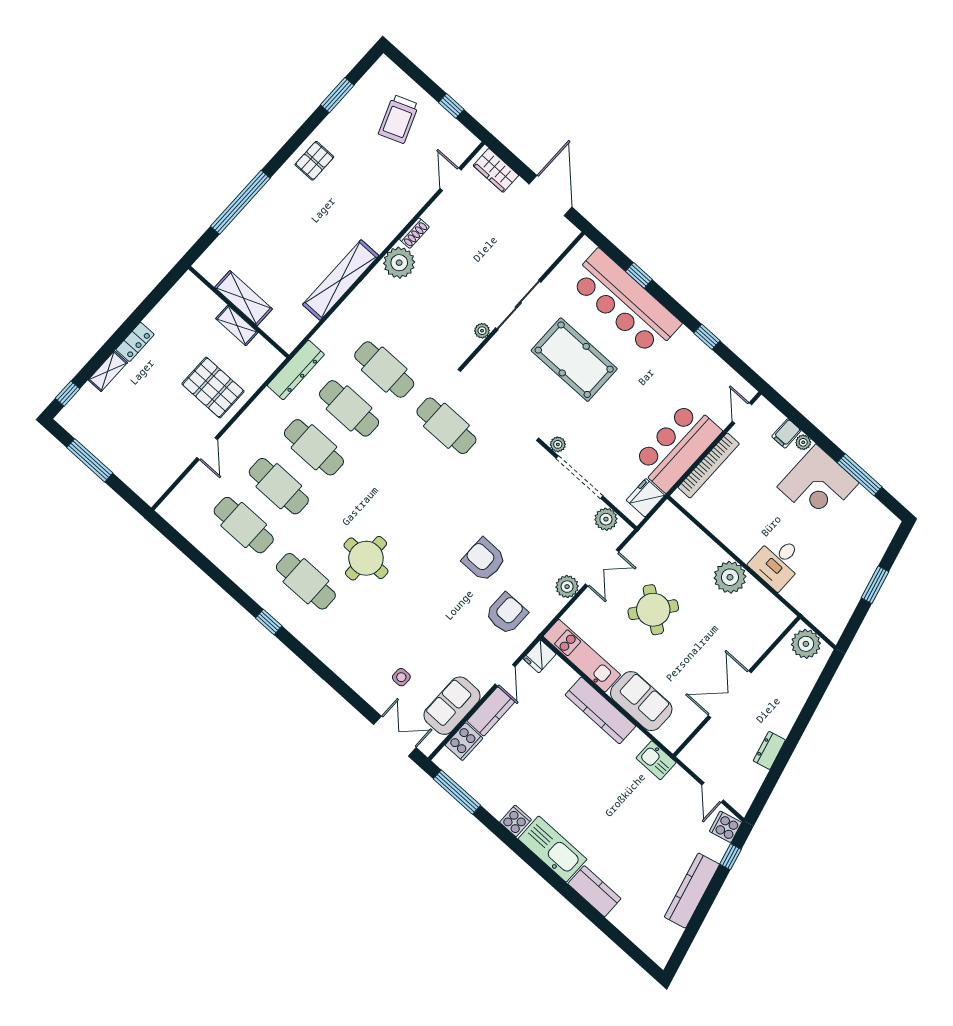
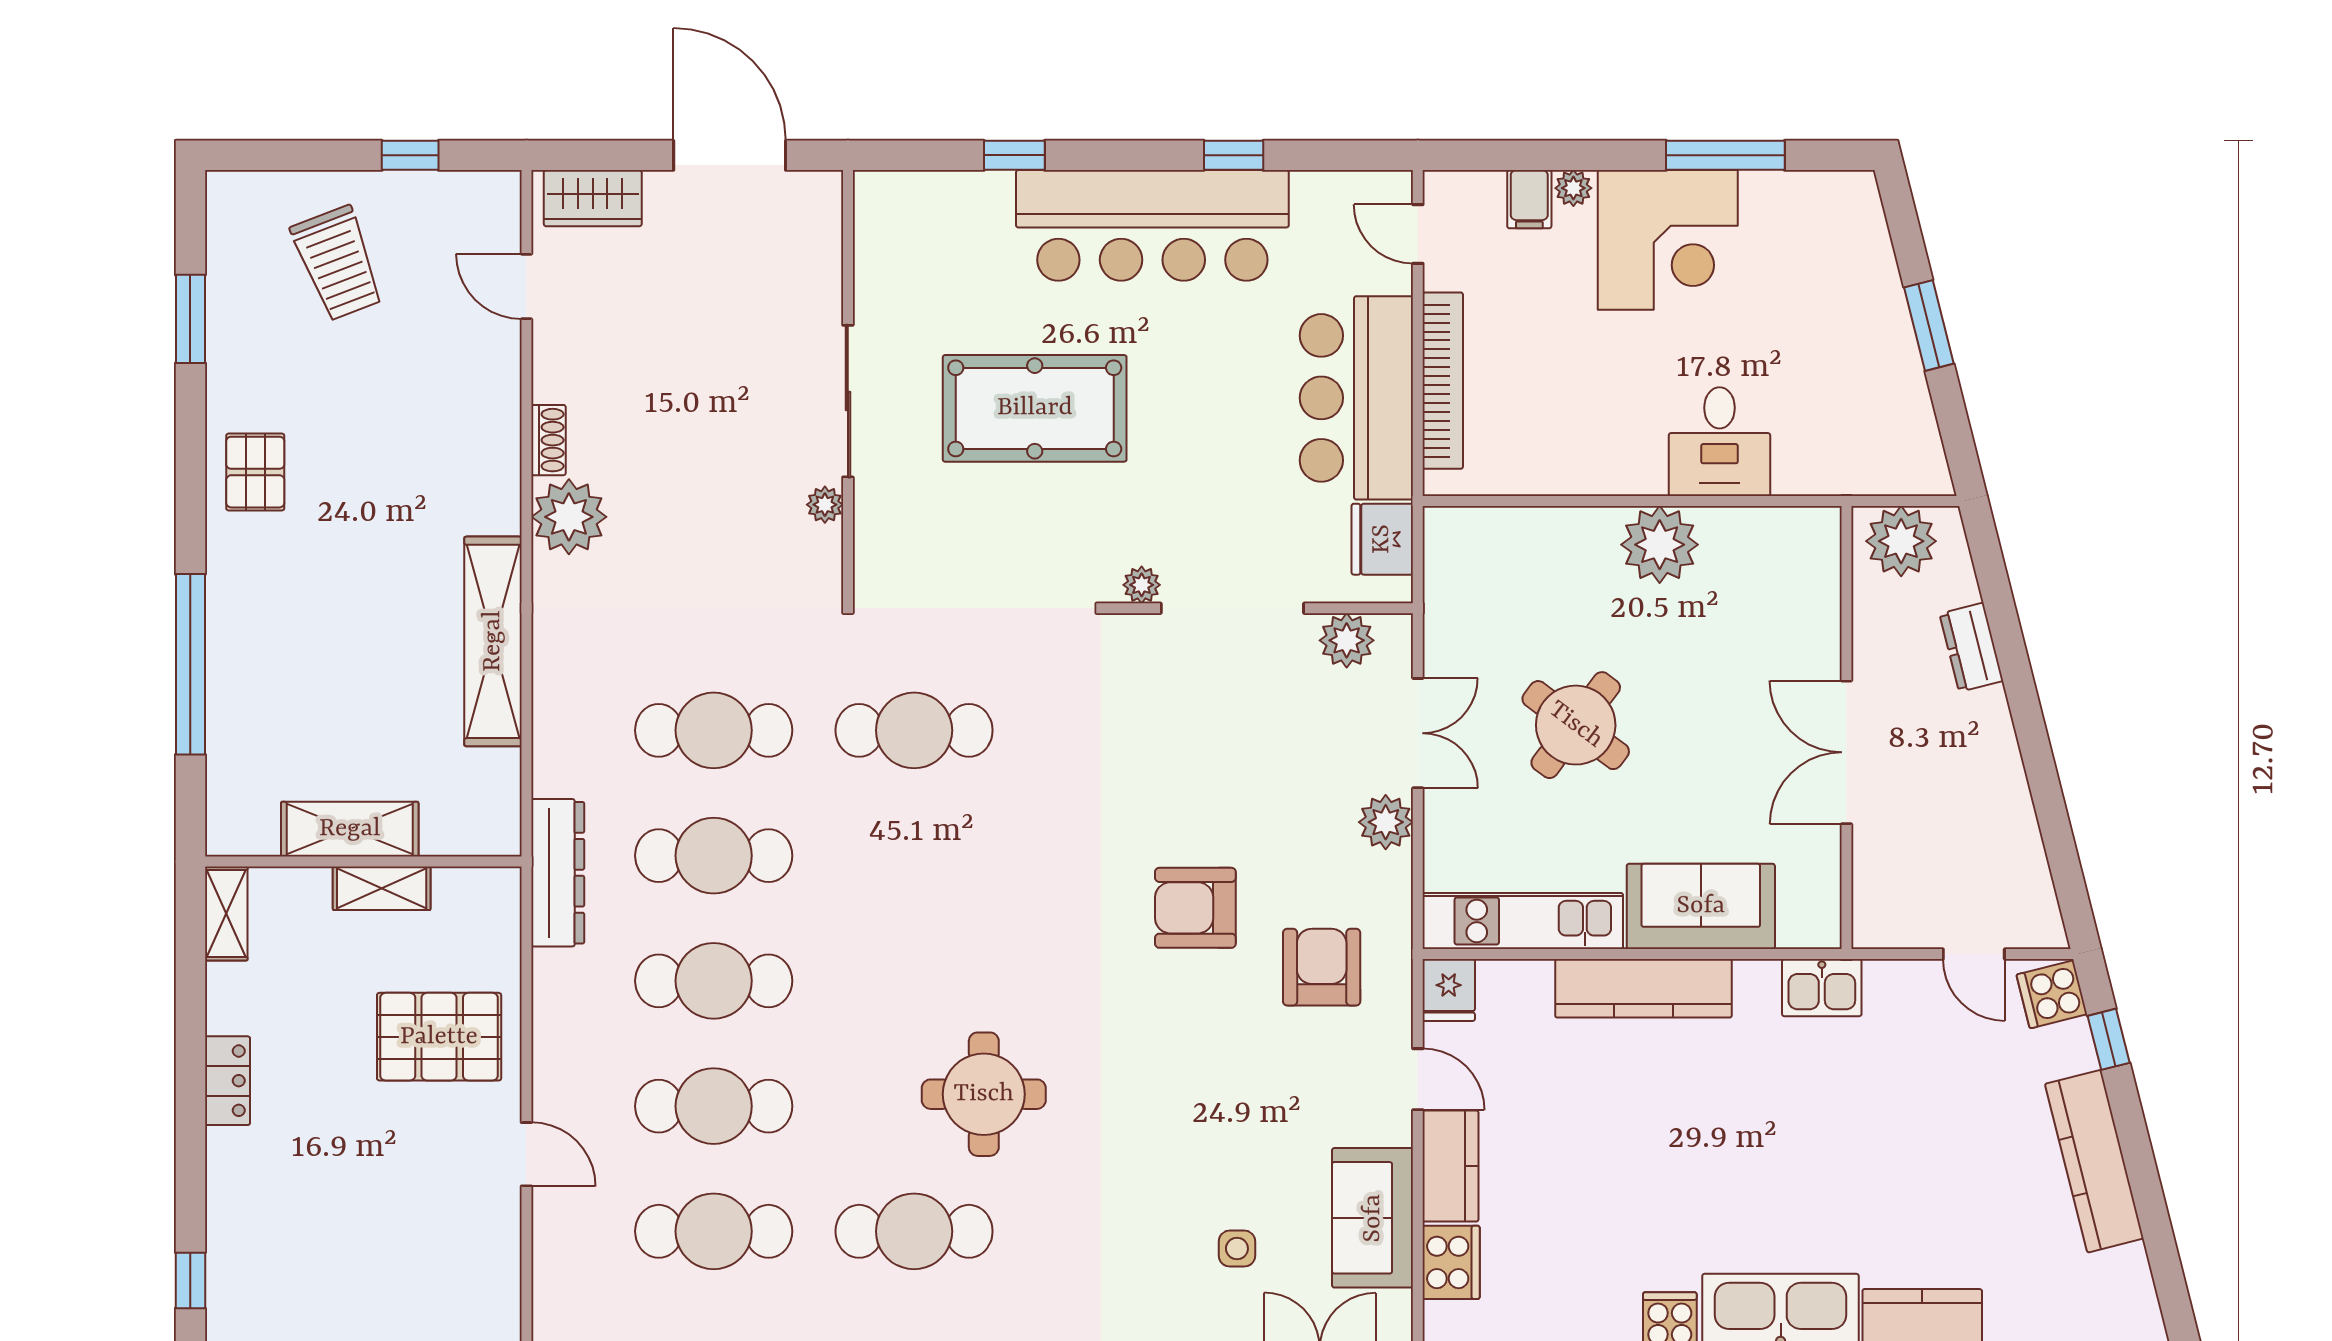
bar counter: (625, 302) -> (1152, 225), moved
shelving: (108, 371) -> (226, 914), moved
dresser: (769, 750) -> (1971, 647), moved

